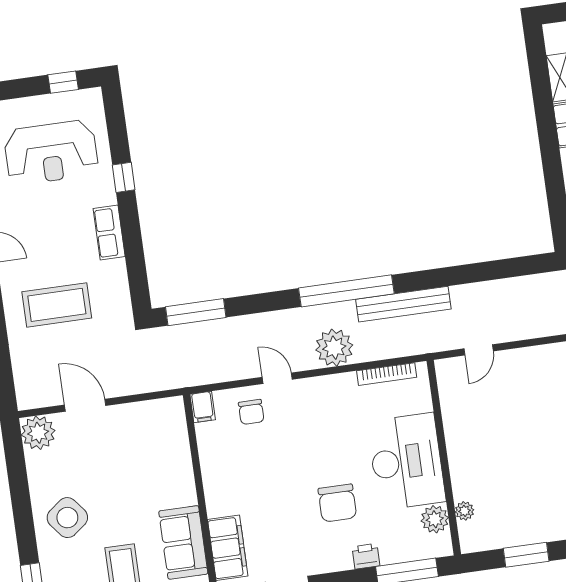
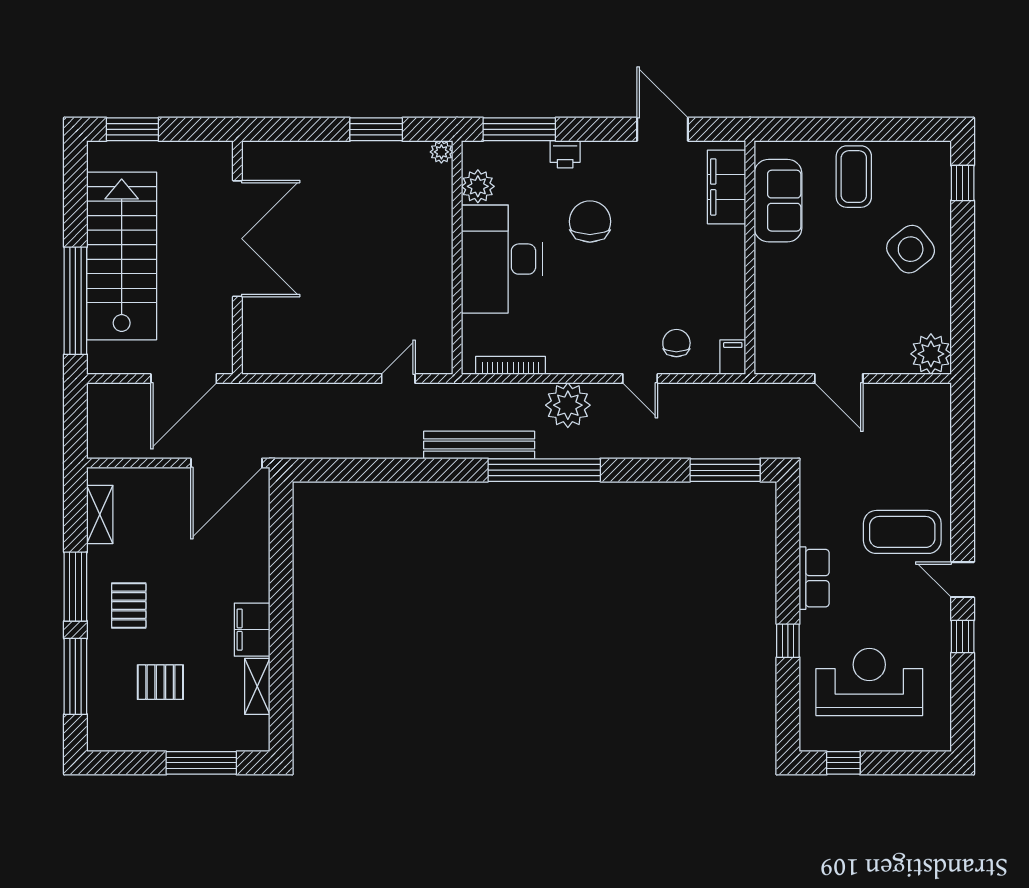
coffee table: (57, 305) -> (902, 532), moved
door: (85, 405) -> (839, 379), moved
plant: (464, 511) -> (441, 152), moved

